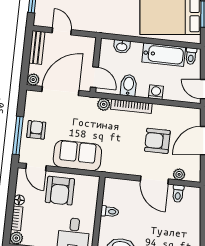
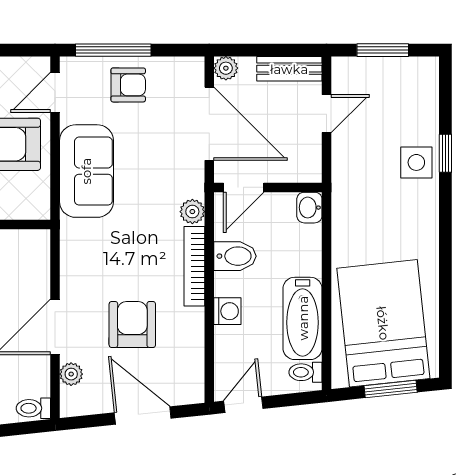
washbasin: (122, 47) -> (309, 208), moved
toilet: (178, 194) -> (33, 408), moved

